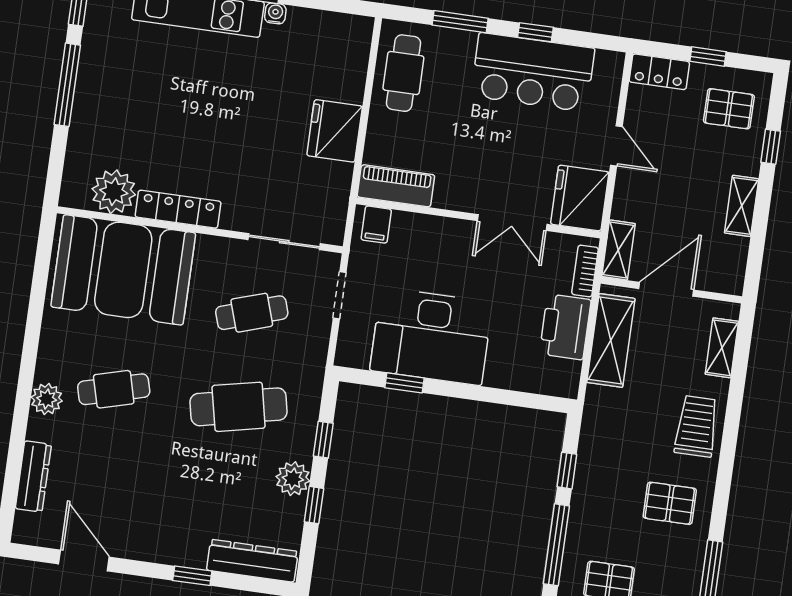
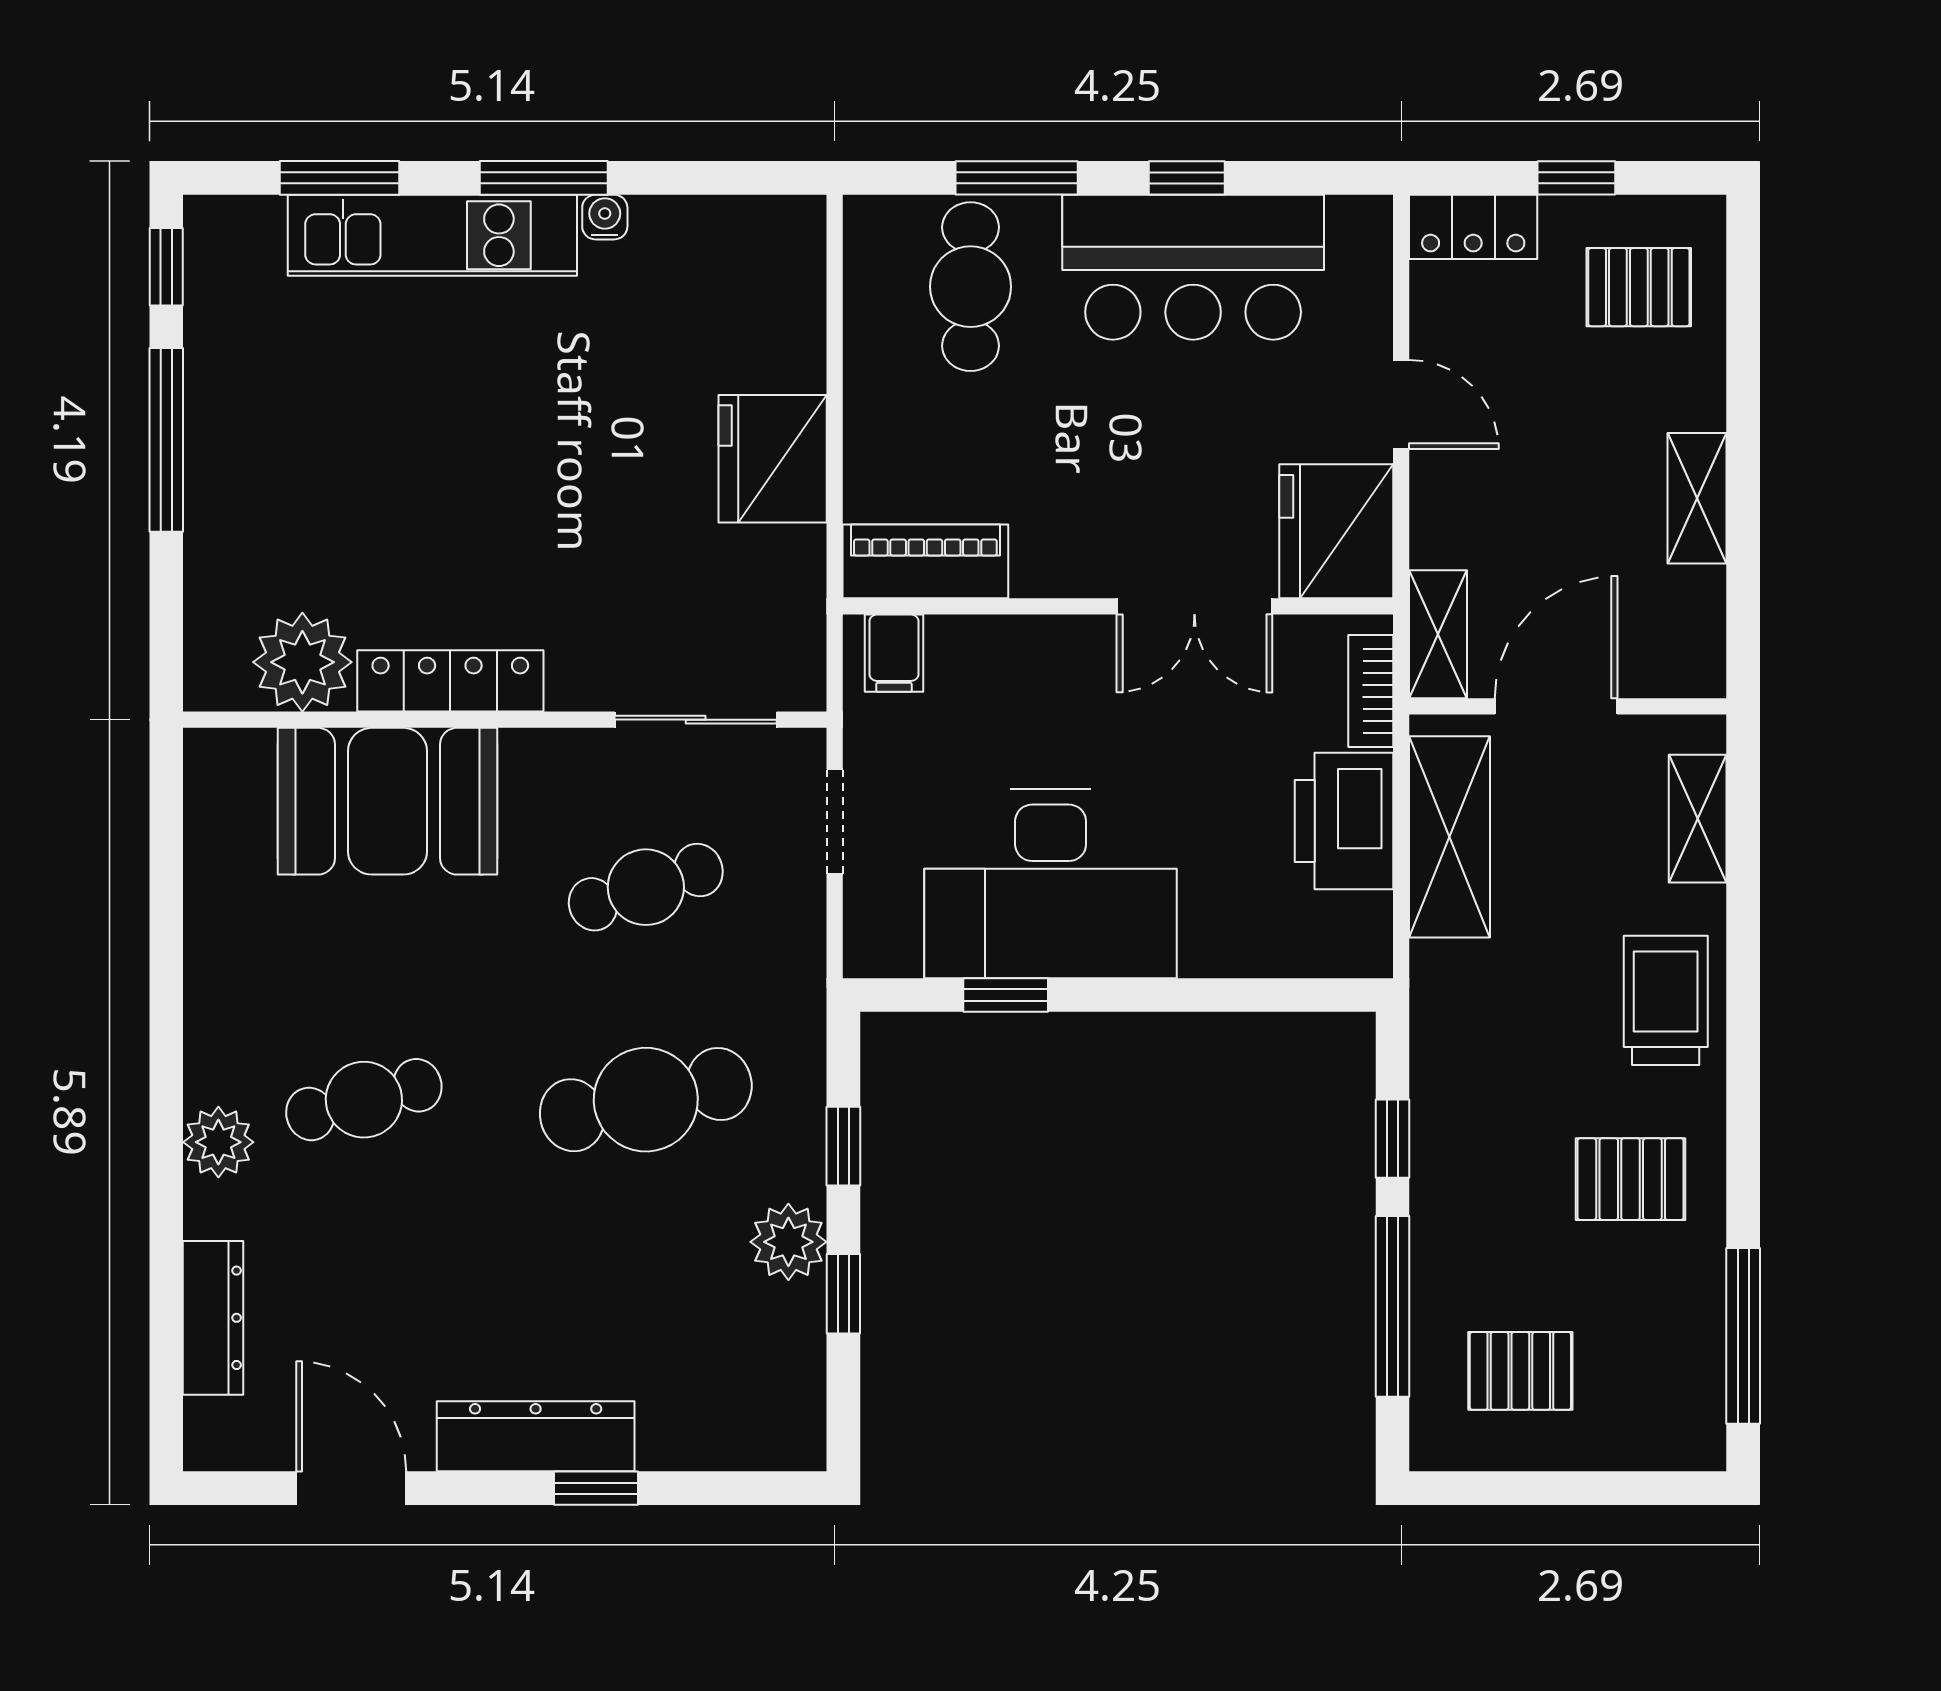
cafe table: (403, 73) -> (971, 287), moved
window: (771, 147) -> (1743, 358), removed
booth: (123, 270) -> (387, 801), width x0.73, depth x0.70
dresser: (252, 561) -> (536, 1436), moved

